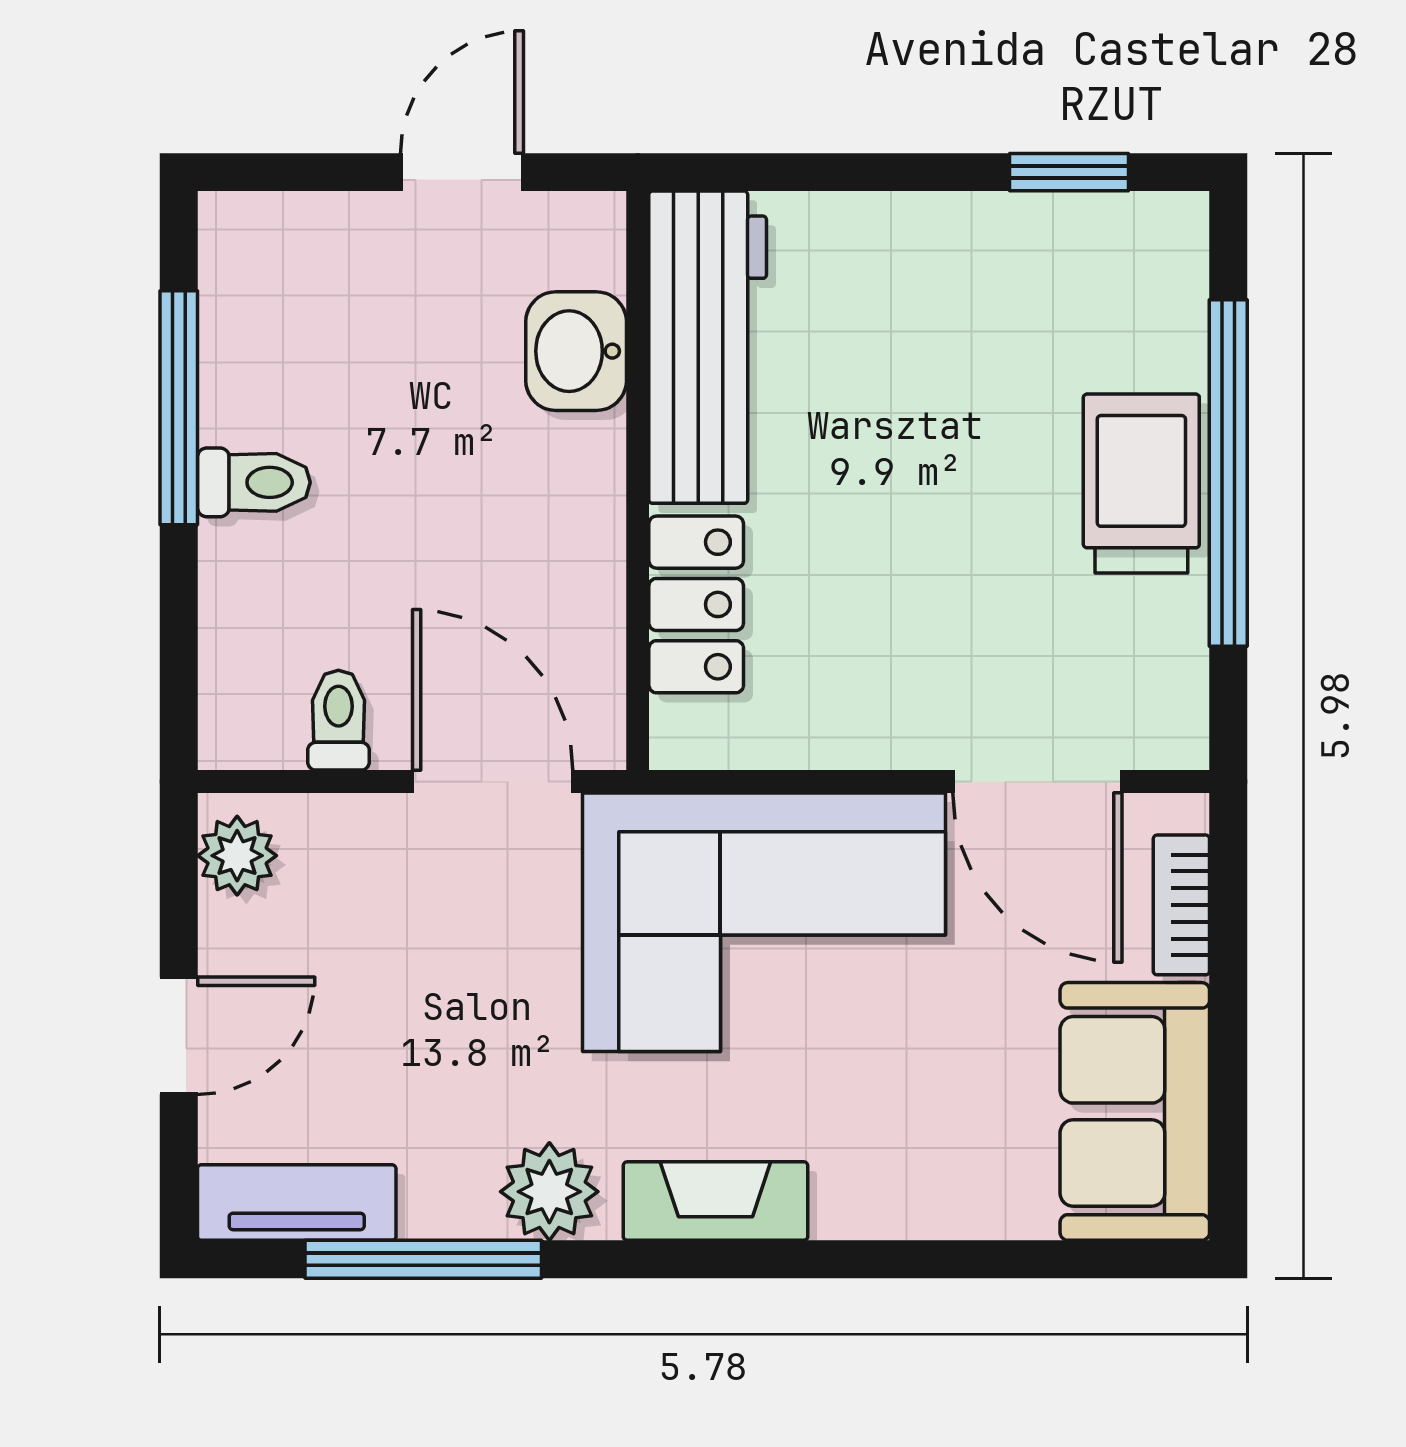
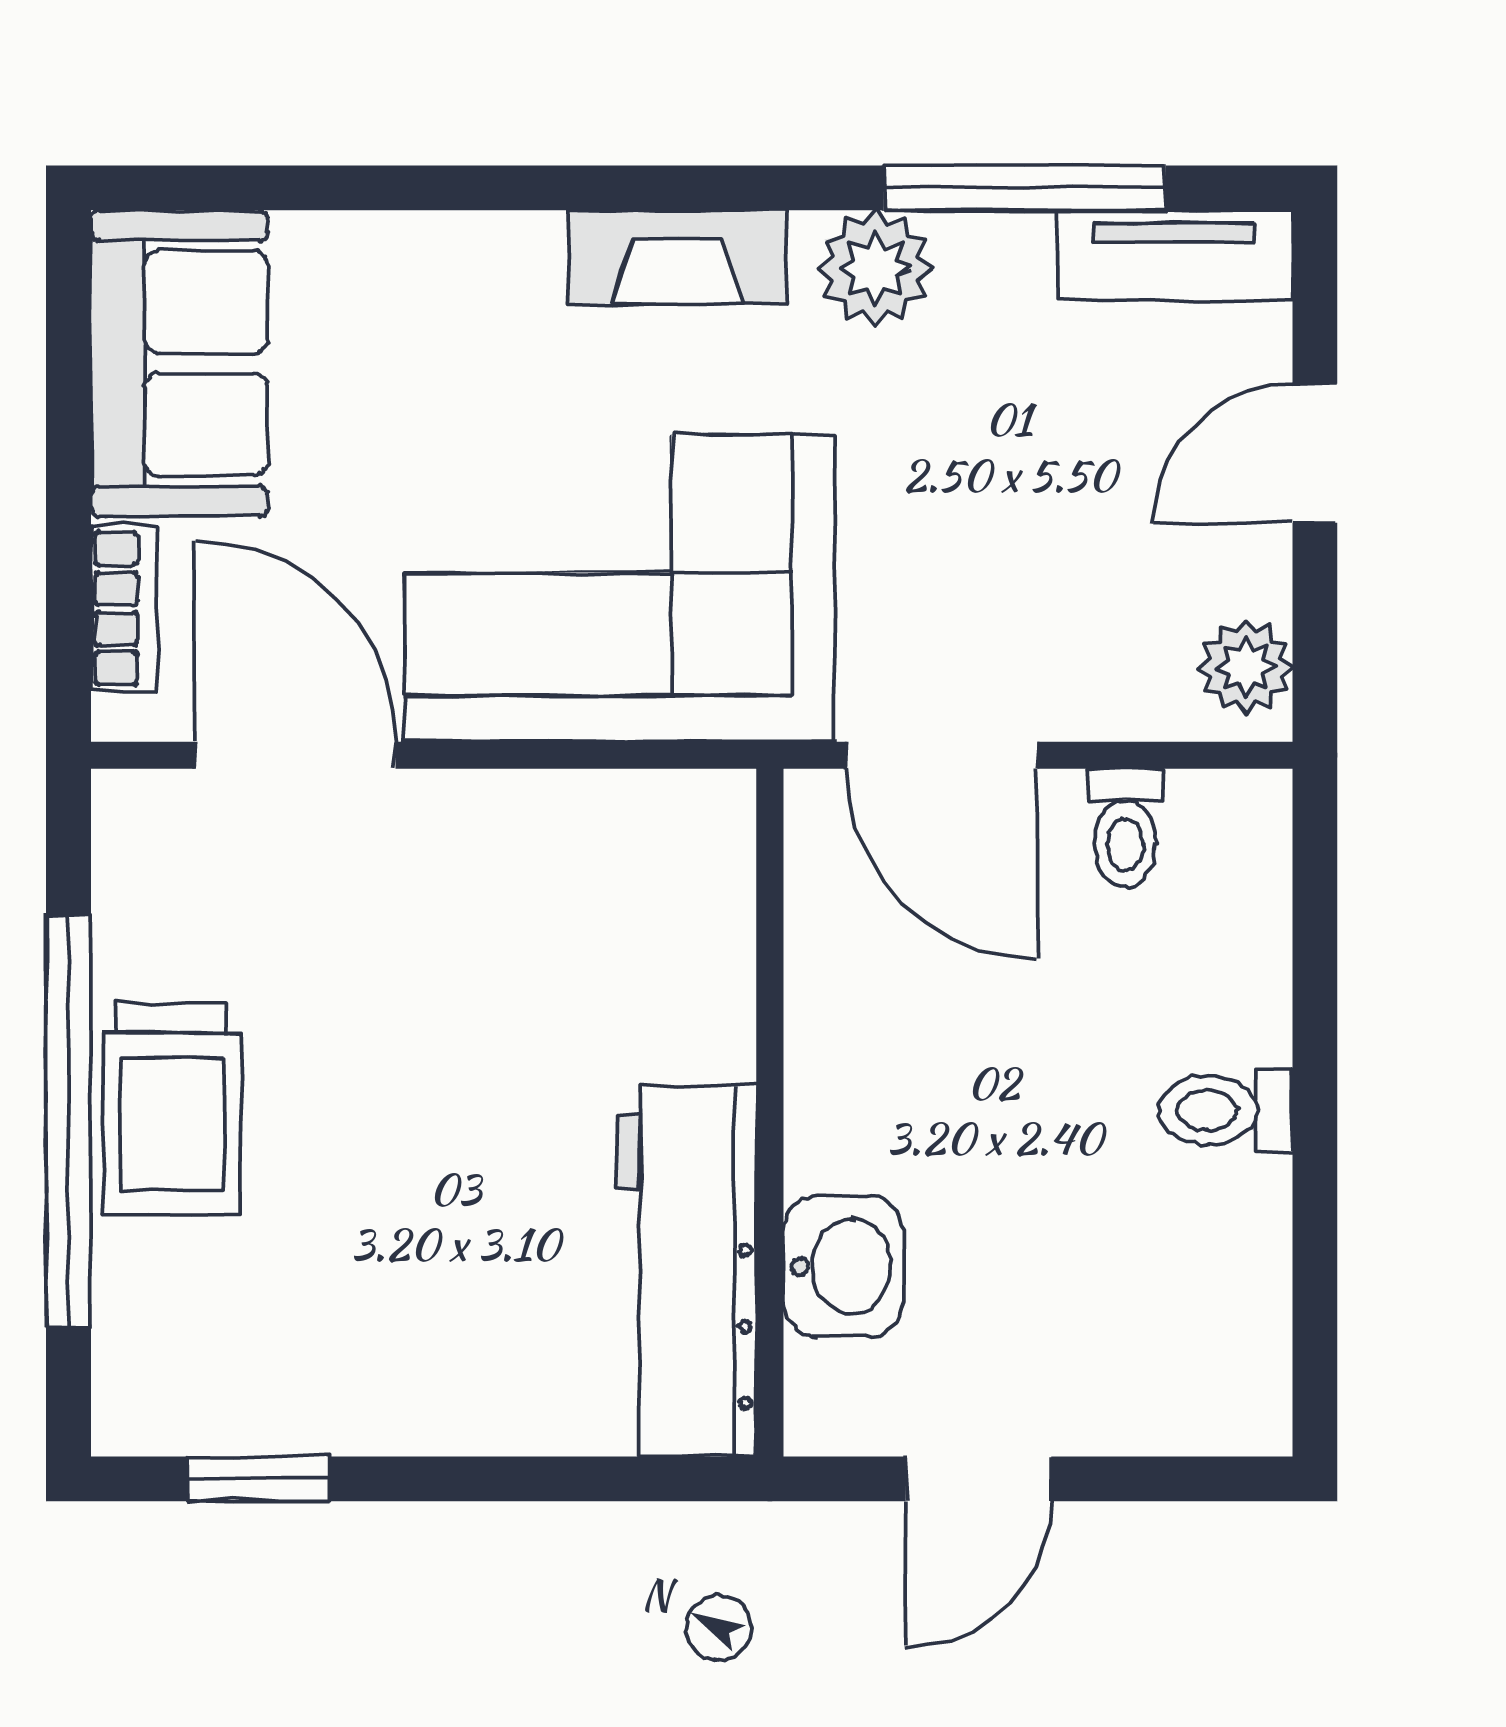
window: (179, 408) -> (1315, 1199), removed
locker: (696, 604) -> (700, 965), removed

